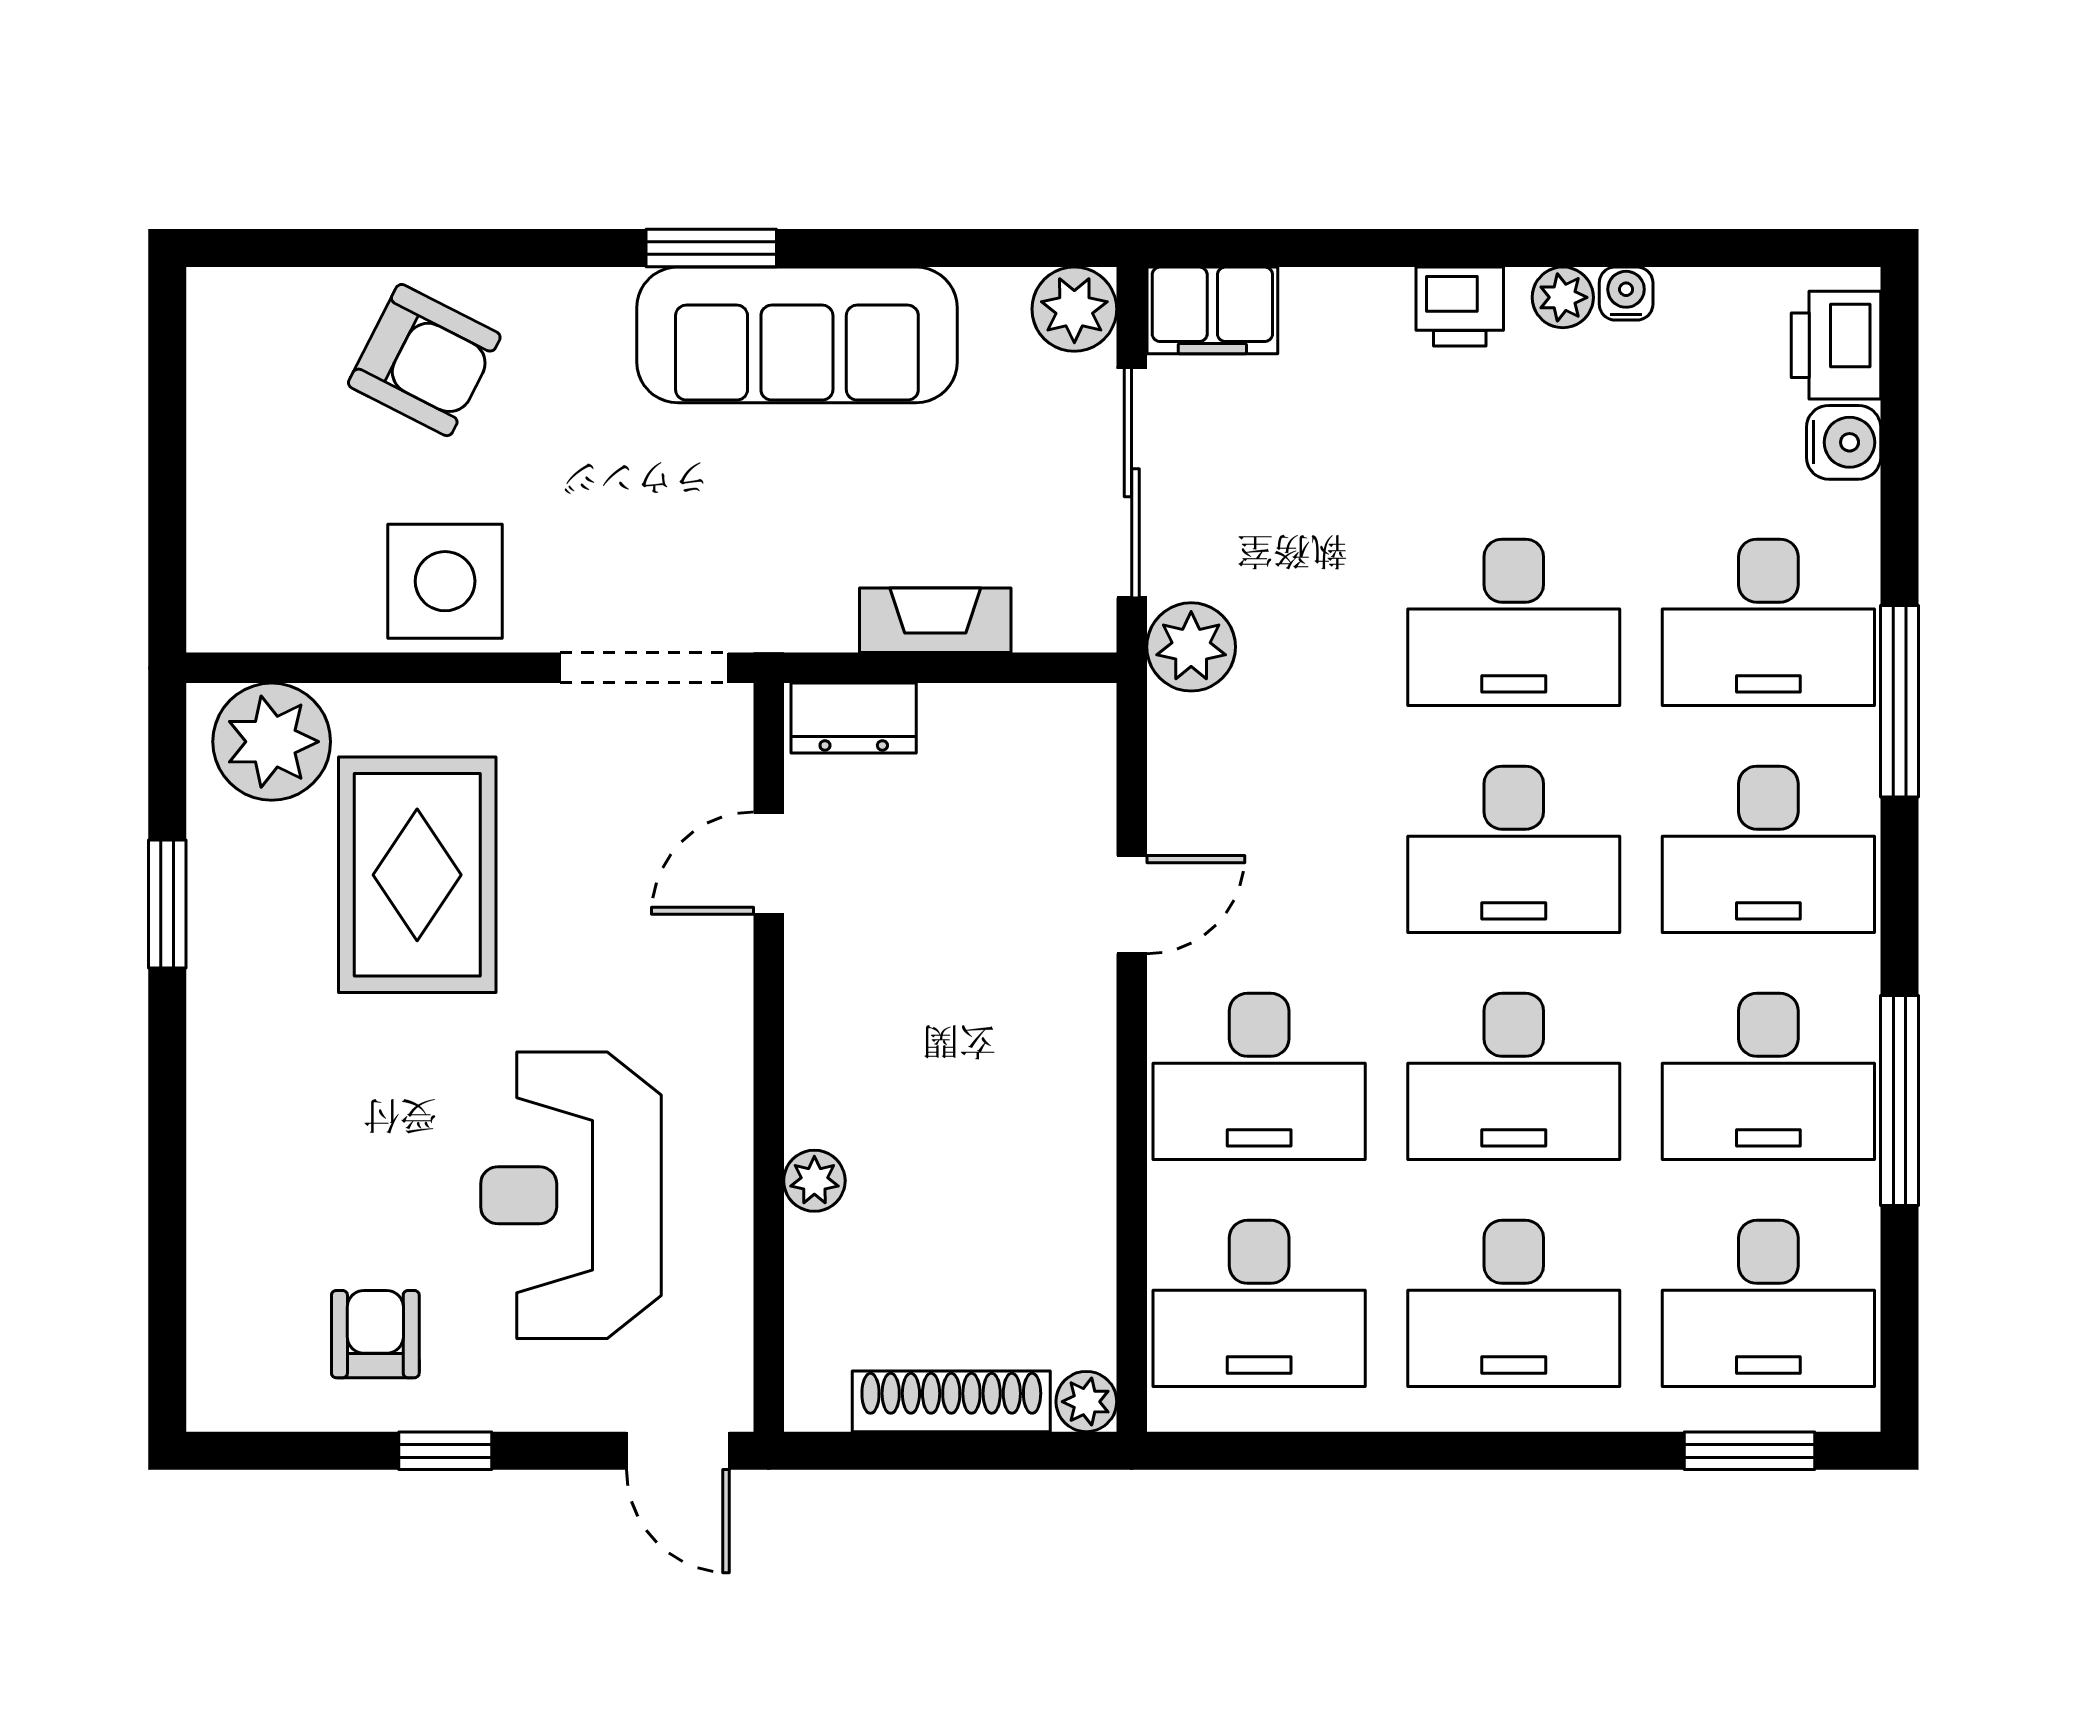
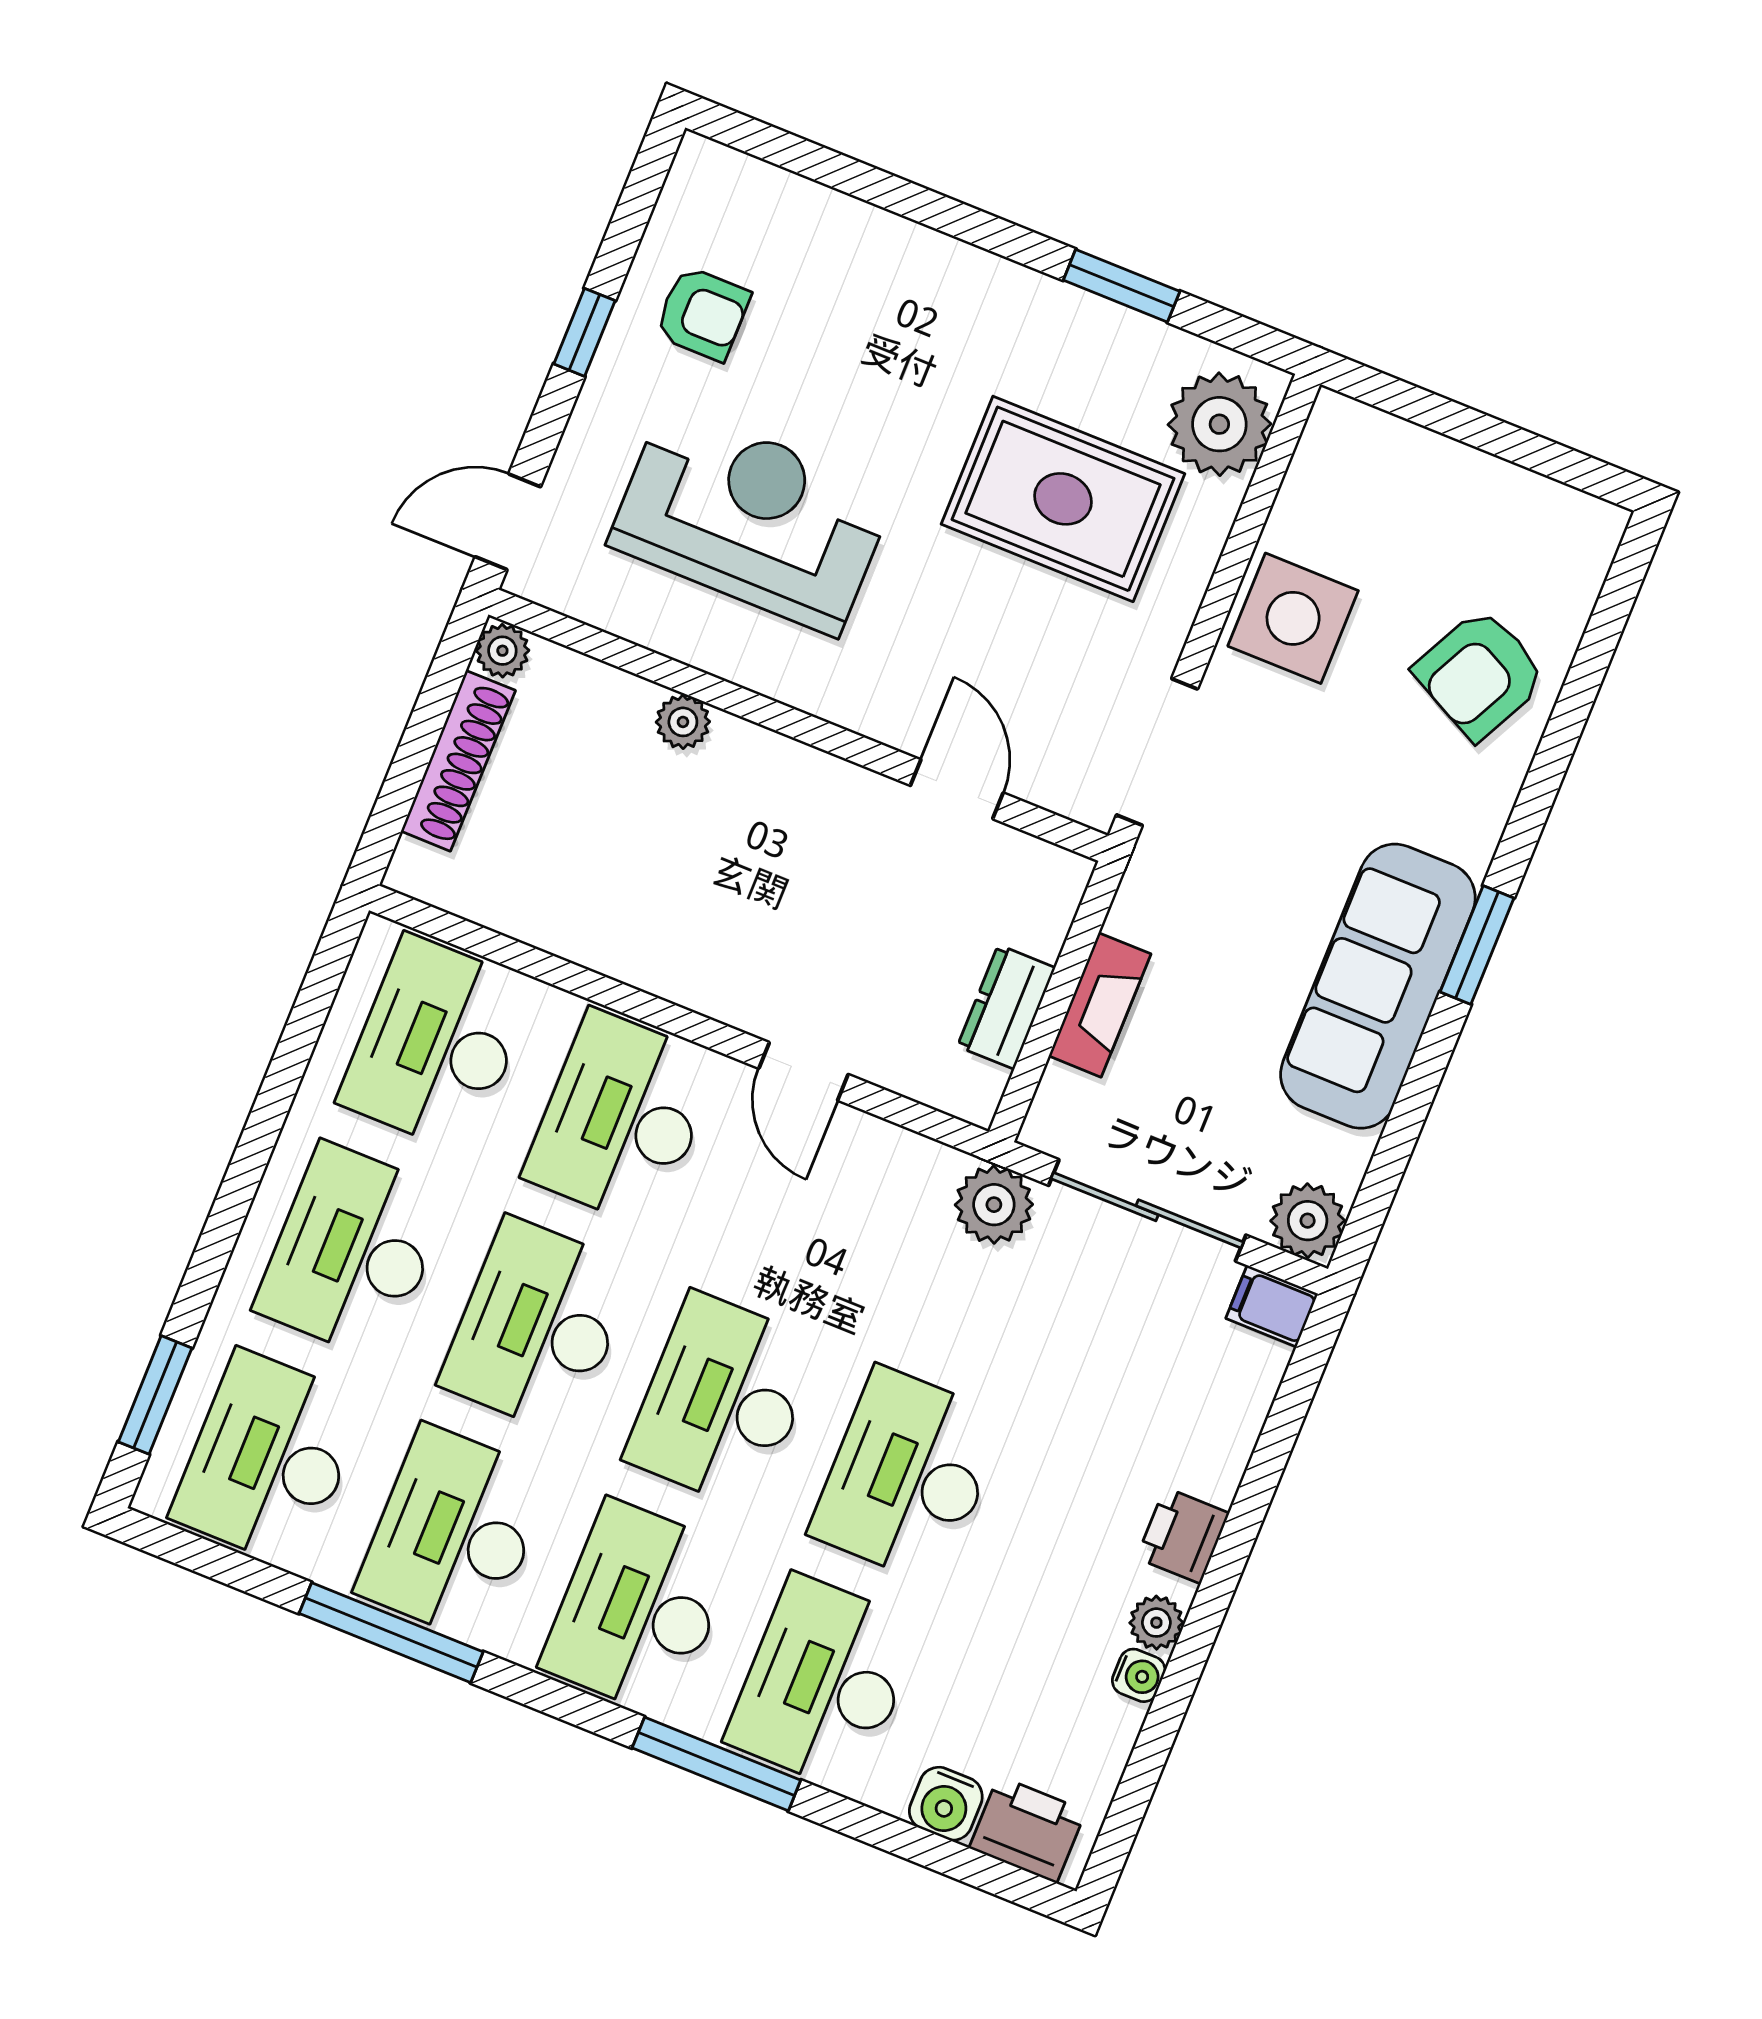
filing cabinet: (1212, 310) -> (1272, 1306), width x0.50
dresser: (854, 718) -> (1006, 1007), moved
plant: (1086, 1402) -> (502, 651), moved

